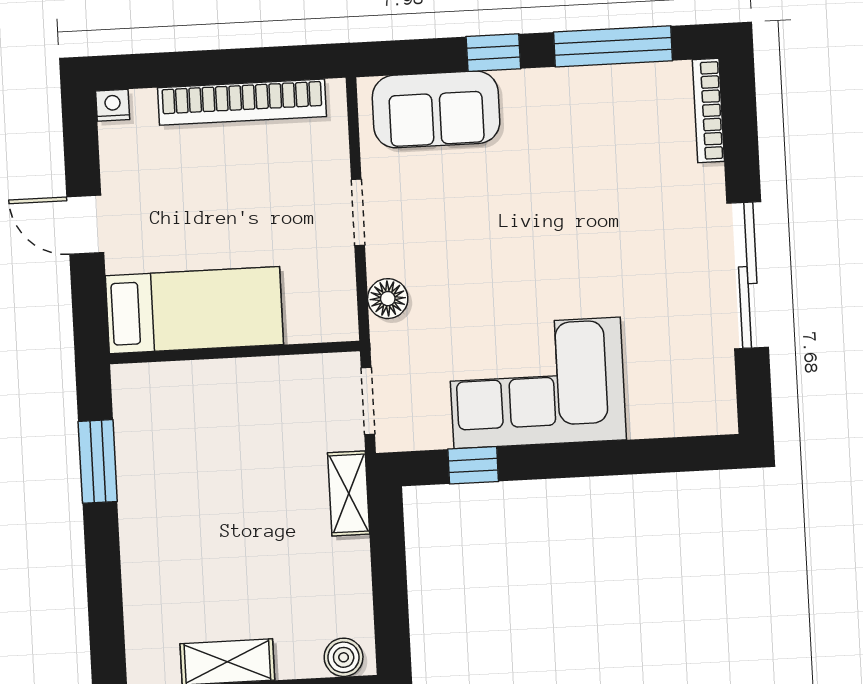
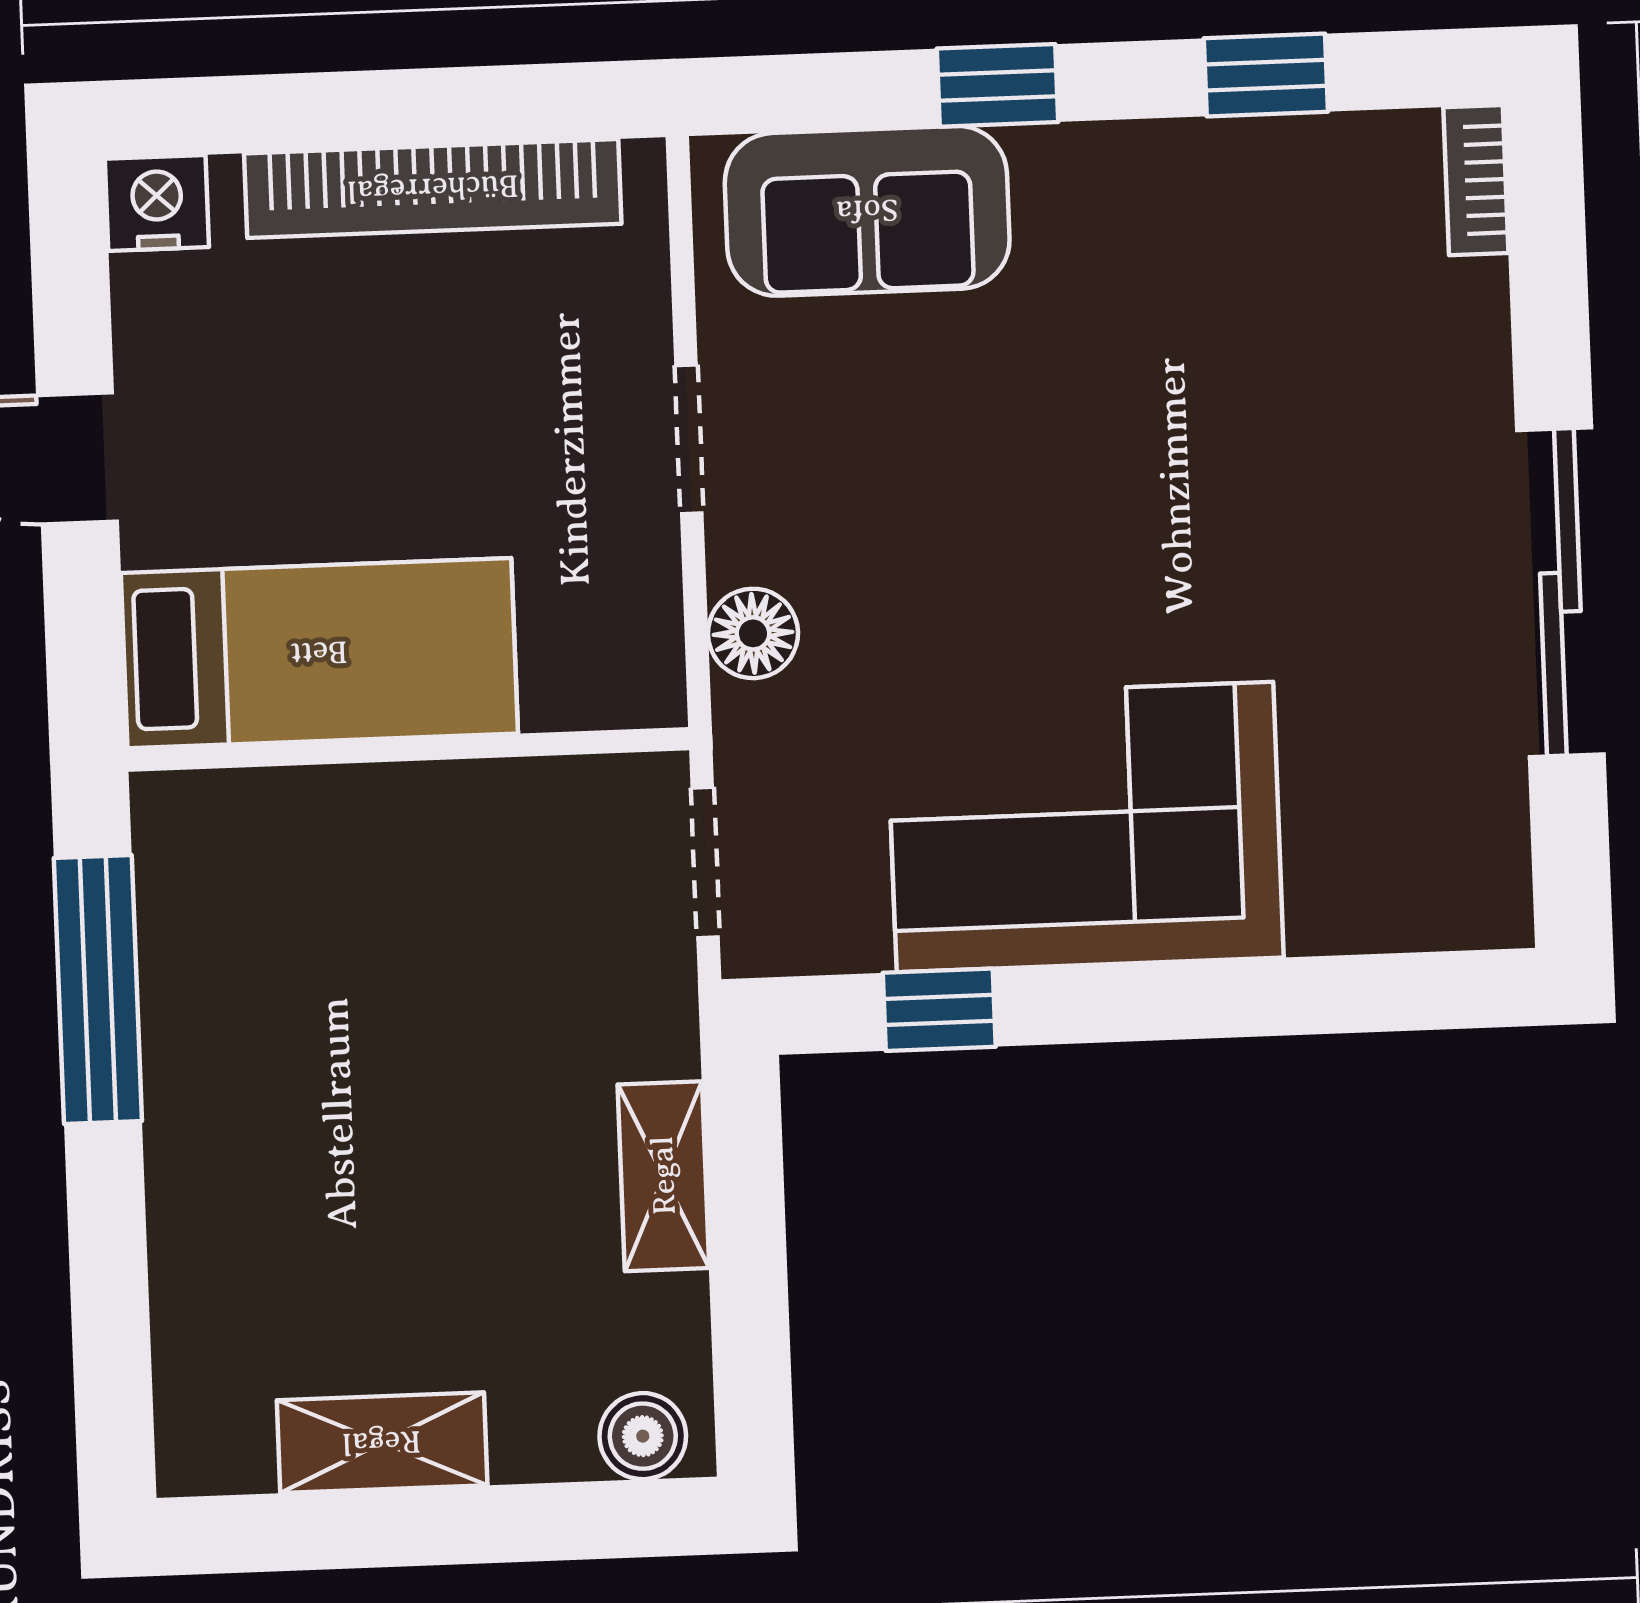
window: (613, 46) -> (1266, 75), width x0.46
nightstand: (113, 105) -> (157, 203), width x1.39, depth x1.35
bookcase: (708, 111) -> (1476, 180), width x0.64
window: (98, 461) -> (98, 989), width x1.44
shelving: (349, 493) -> (663, 1176), moved

